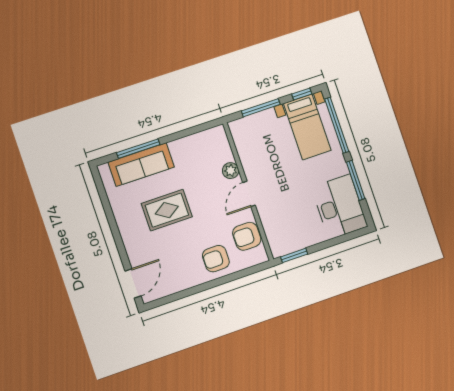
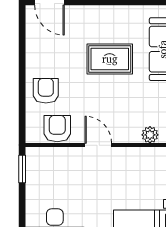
plant: (231, 171) -> (150, 135), moved
rug: (167, 210) -> (110, 59), turned 90

